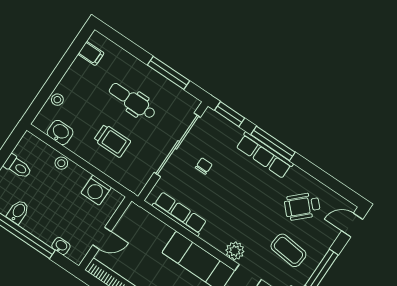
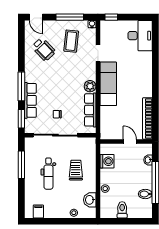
row of seats: (264, 155) -> (30, 100), moved
plant: (235, 251) -> (90, 86), moved

